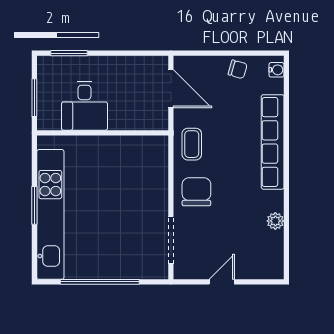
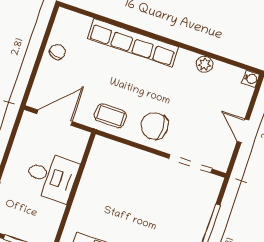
water cooler: (276, 70) -> (251, 79), moved, turned 90
desk: (84, 106) -> (52, 177), moved

